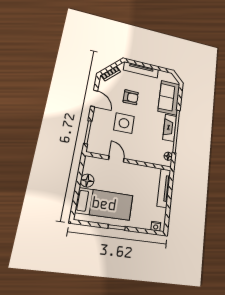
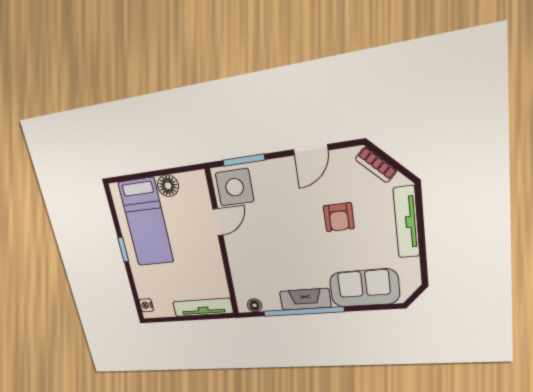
side table: (124, 123) -> (235, 187), moved

